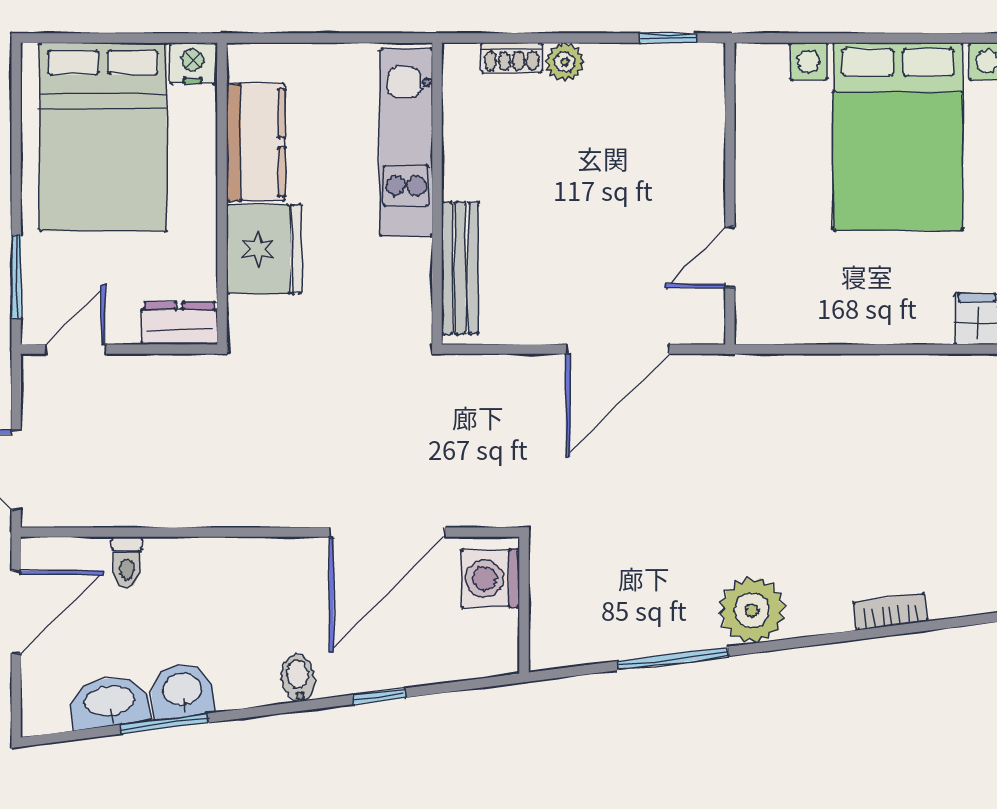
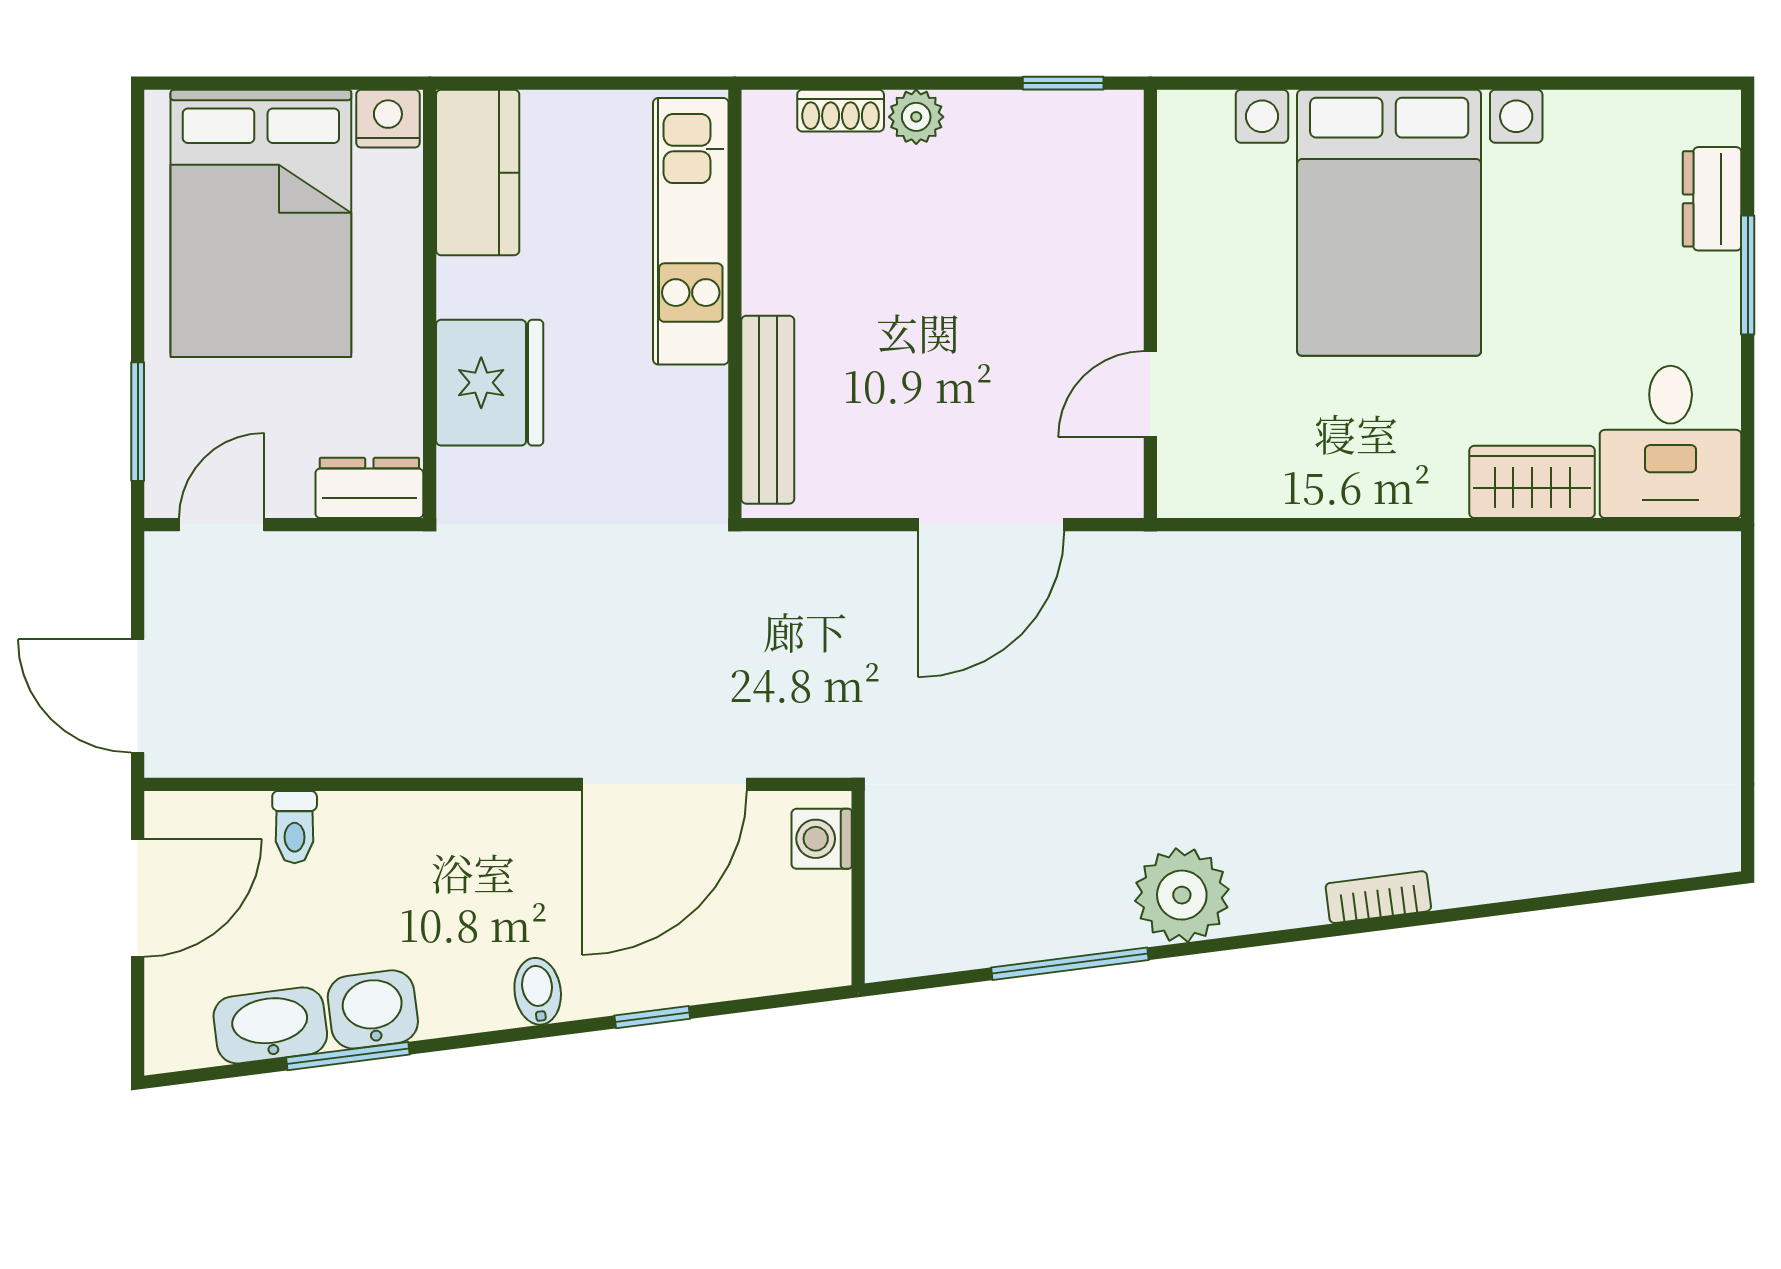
kitchen counter: (256, 143) -> (478, 173), moved
washing machine: (490, 579) -> (822, 839), width x0.73, depth x0.73

